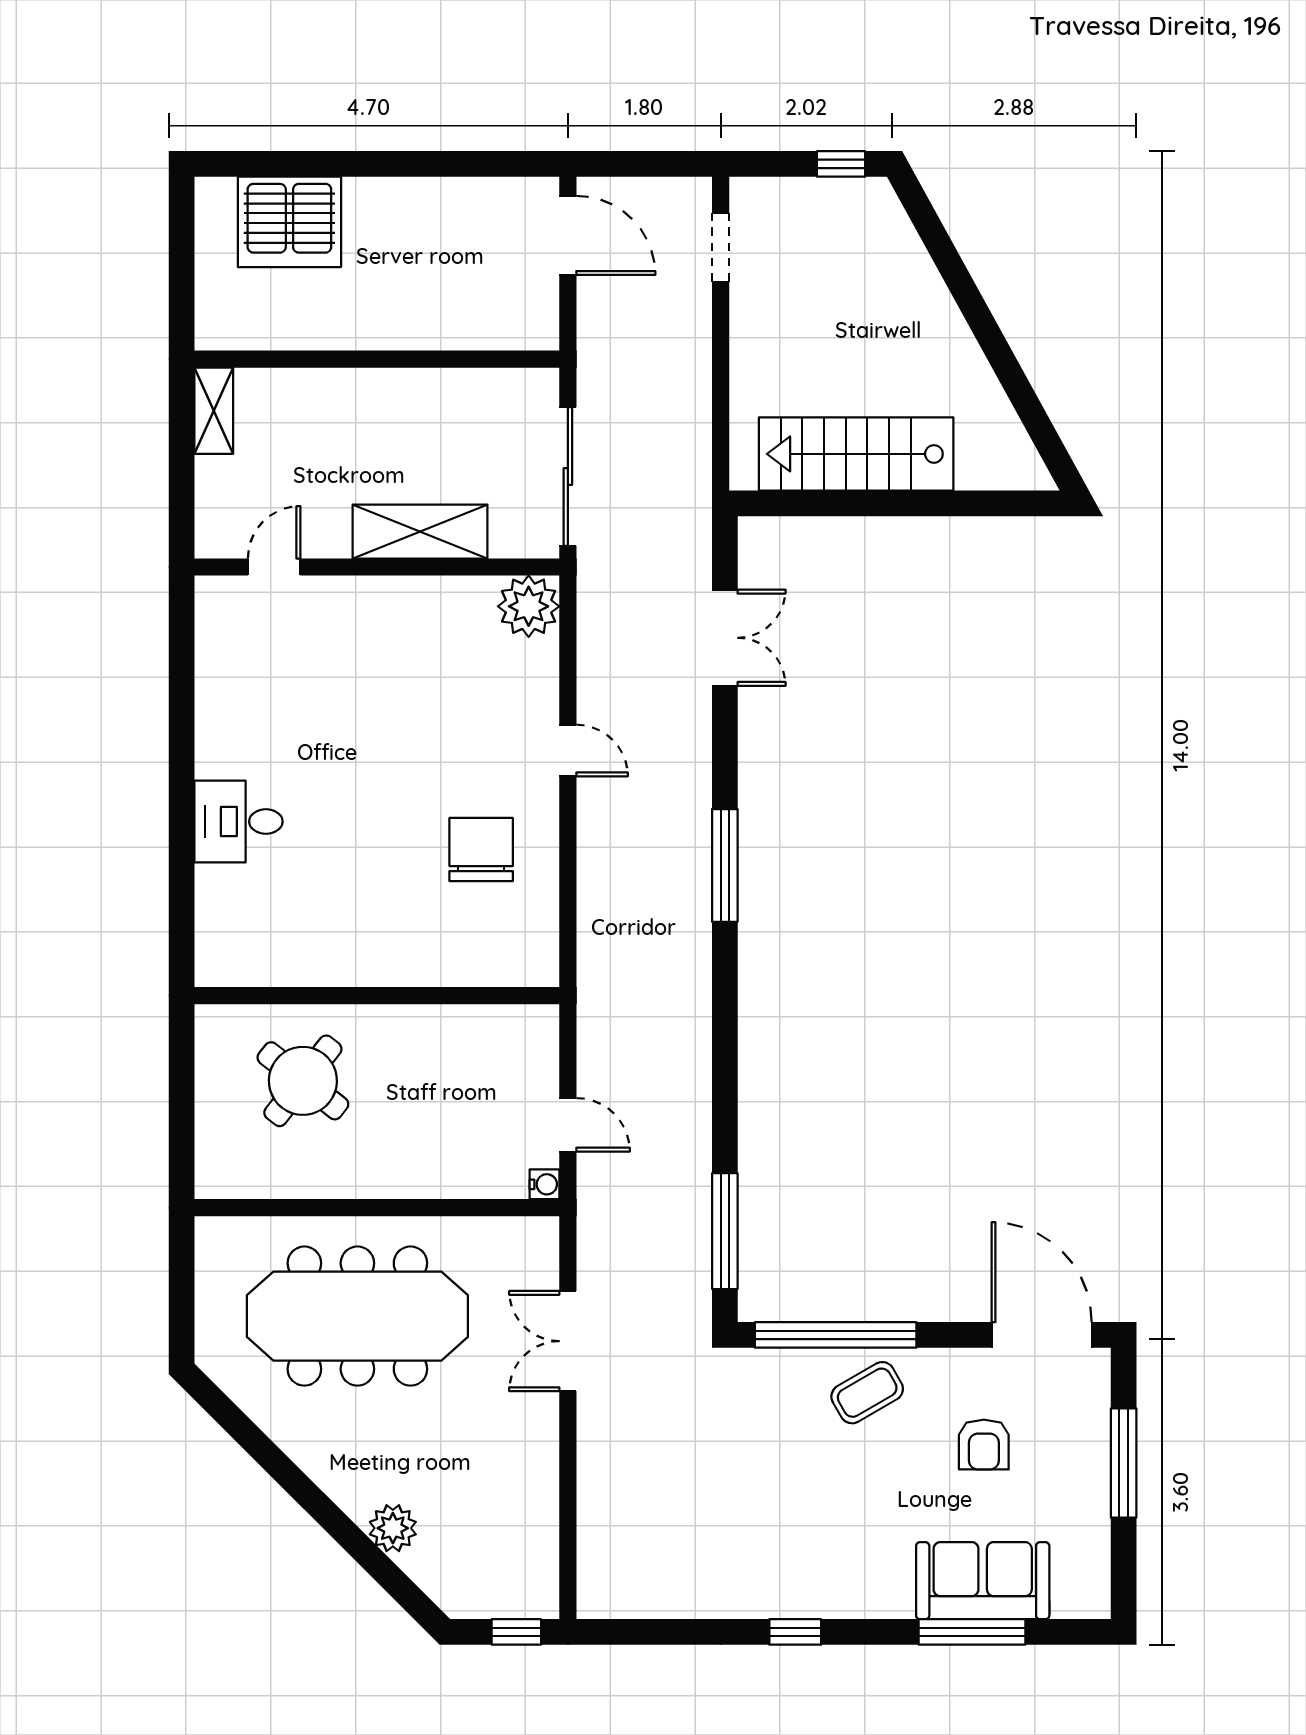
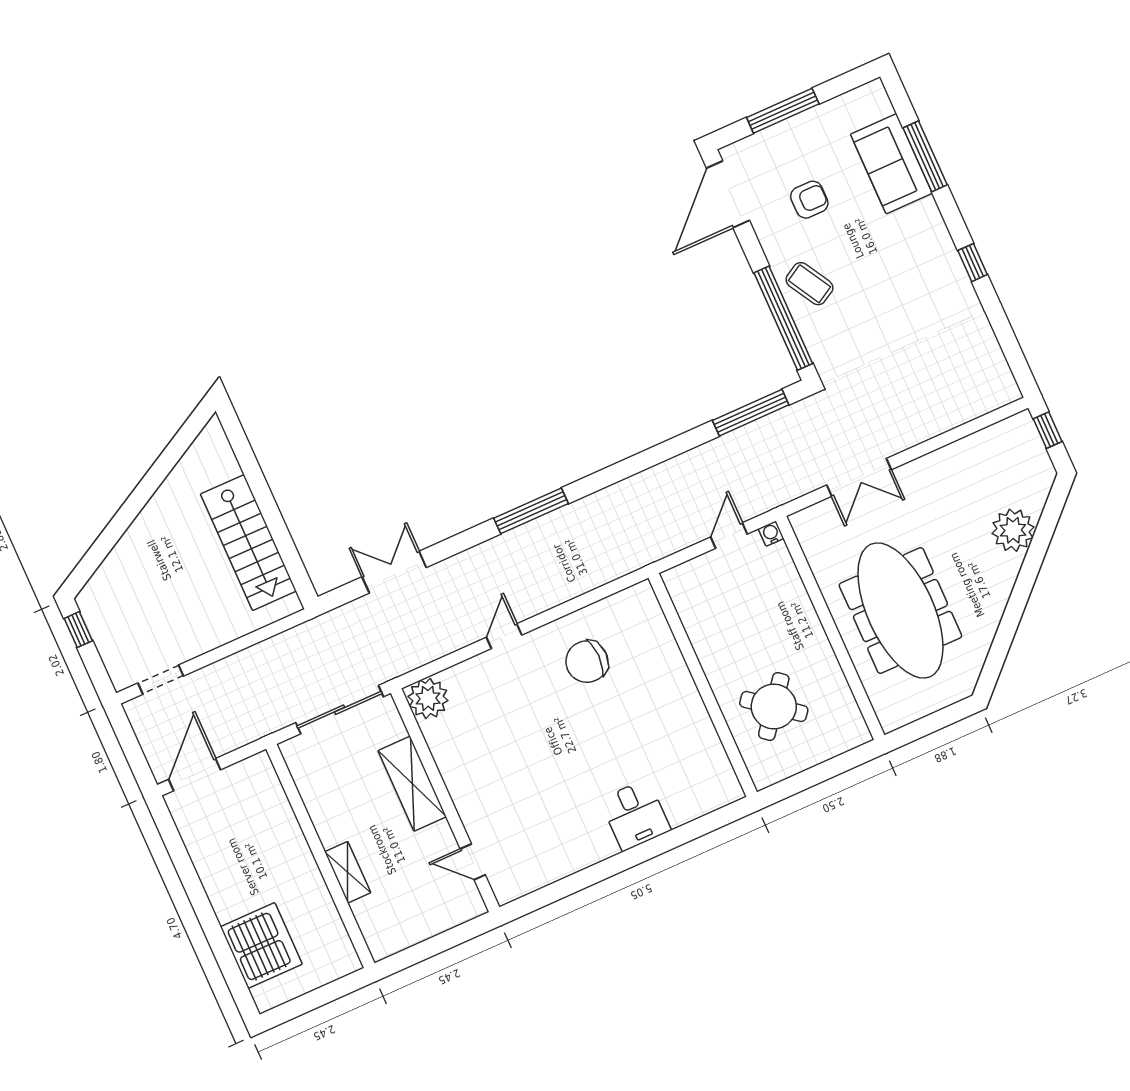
shelving: (214, 411) -> (348, 872), moved, turned 90
plant: (393, 1528) -> (1013, 530), width x1.36, depth x1.36

